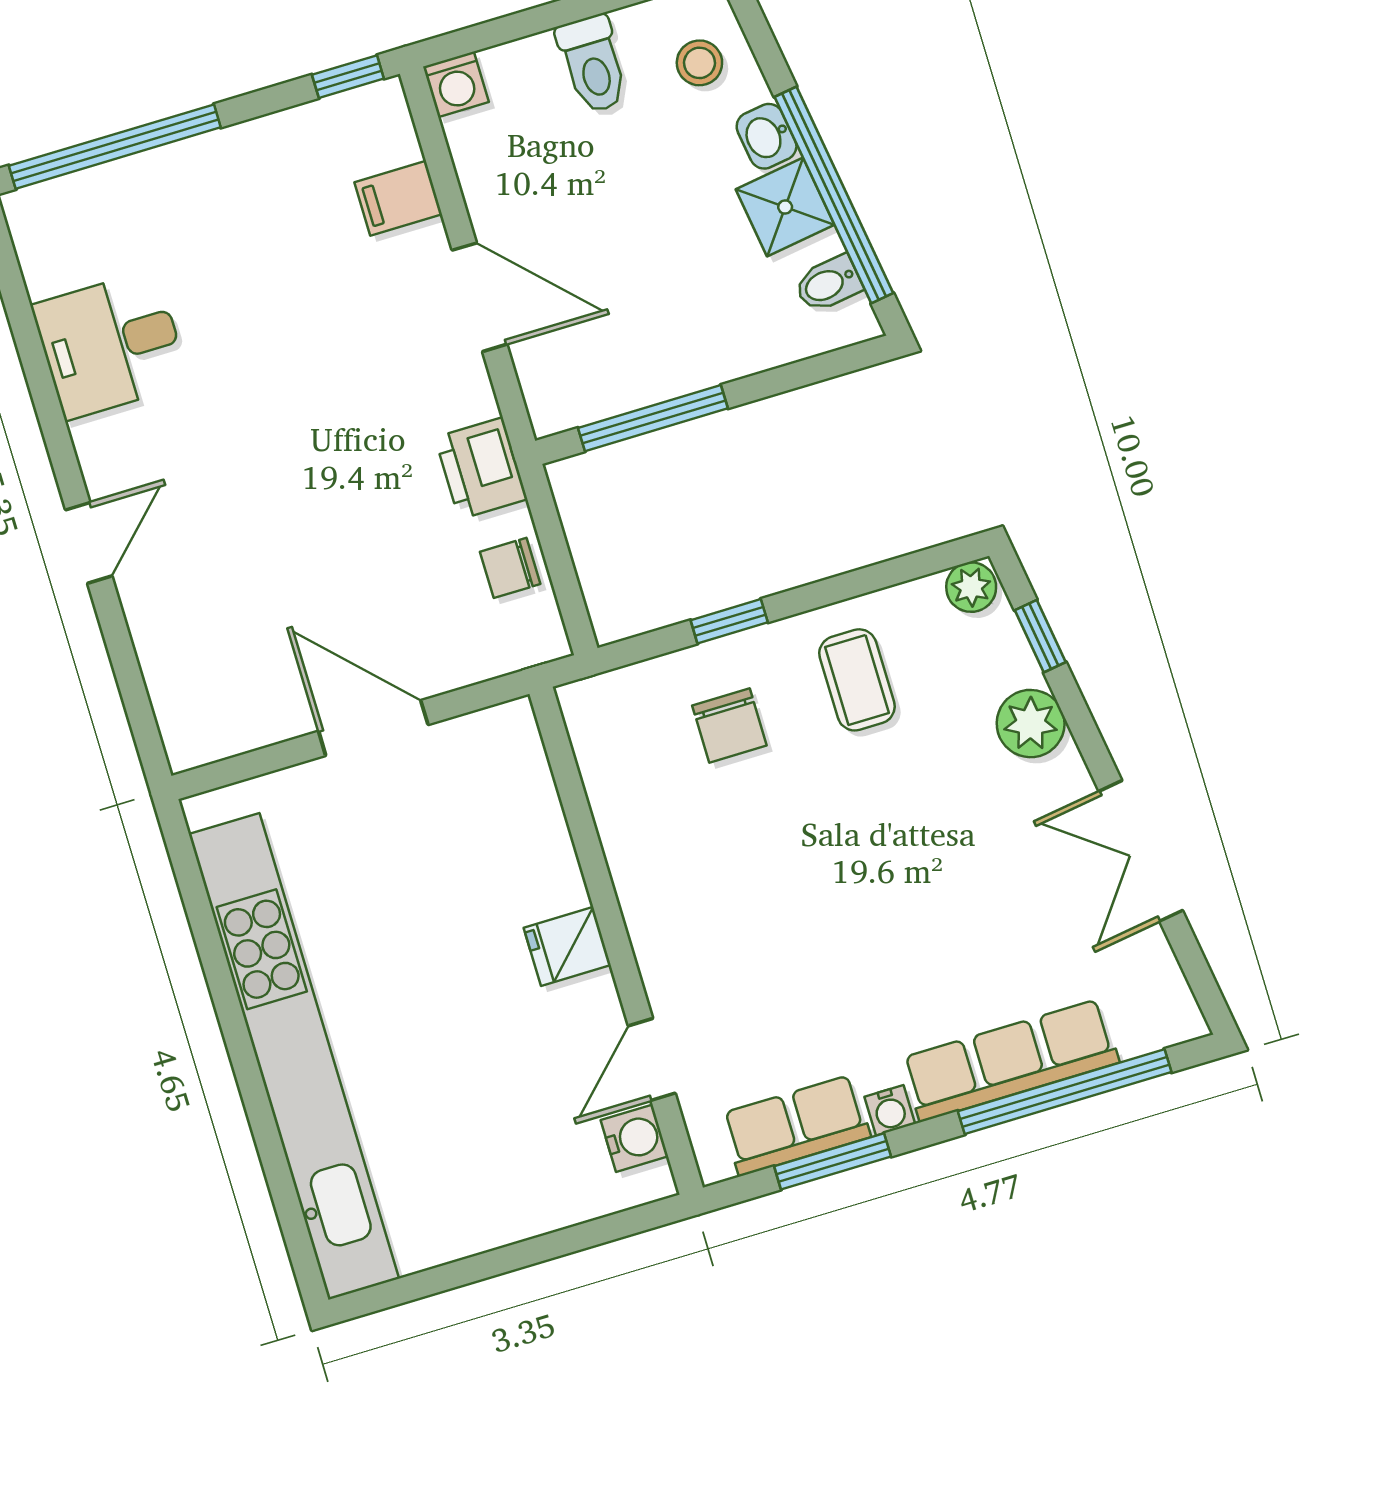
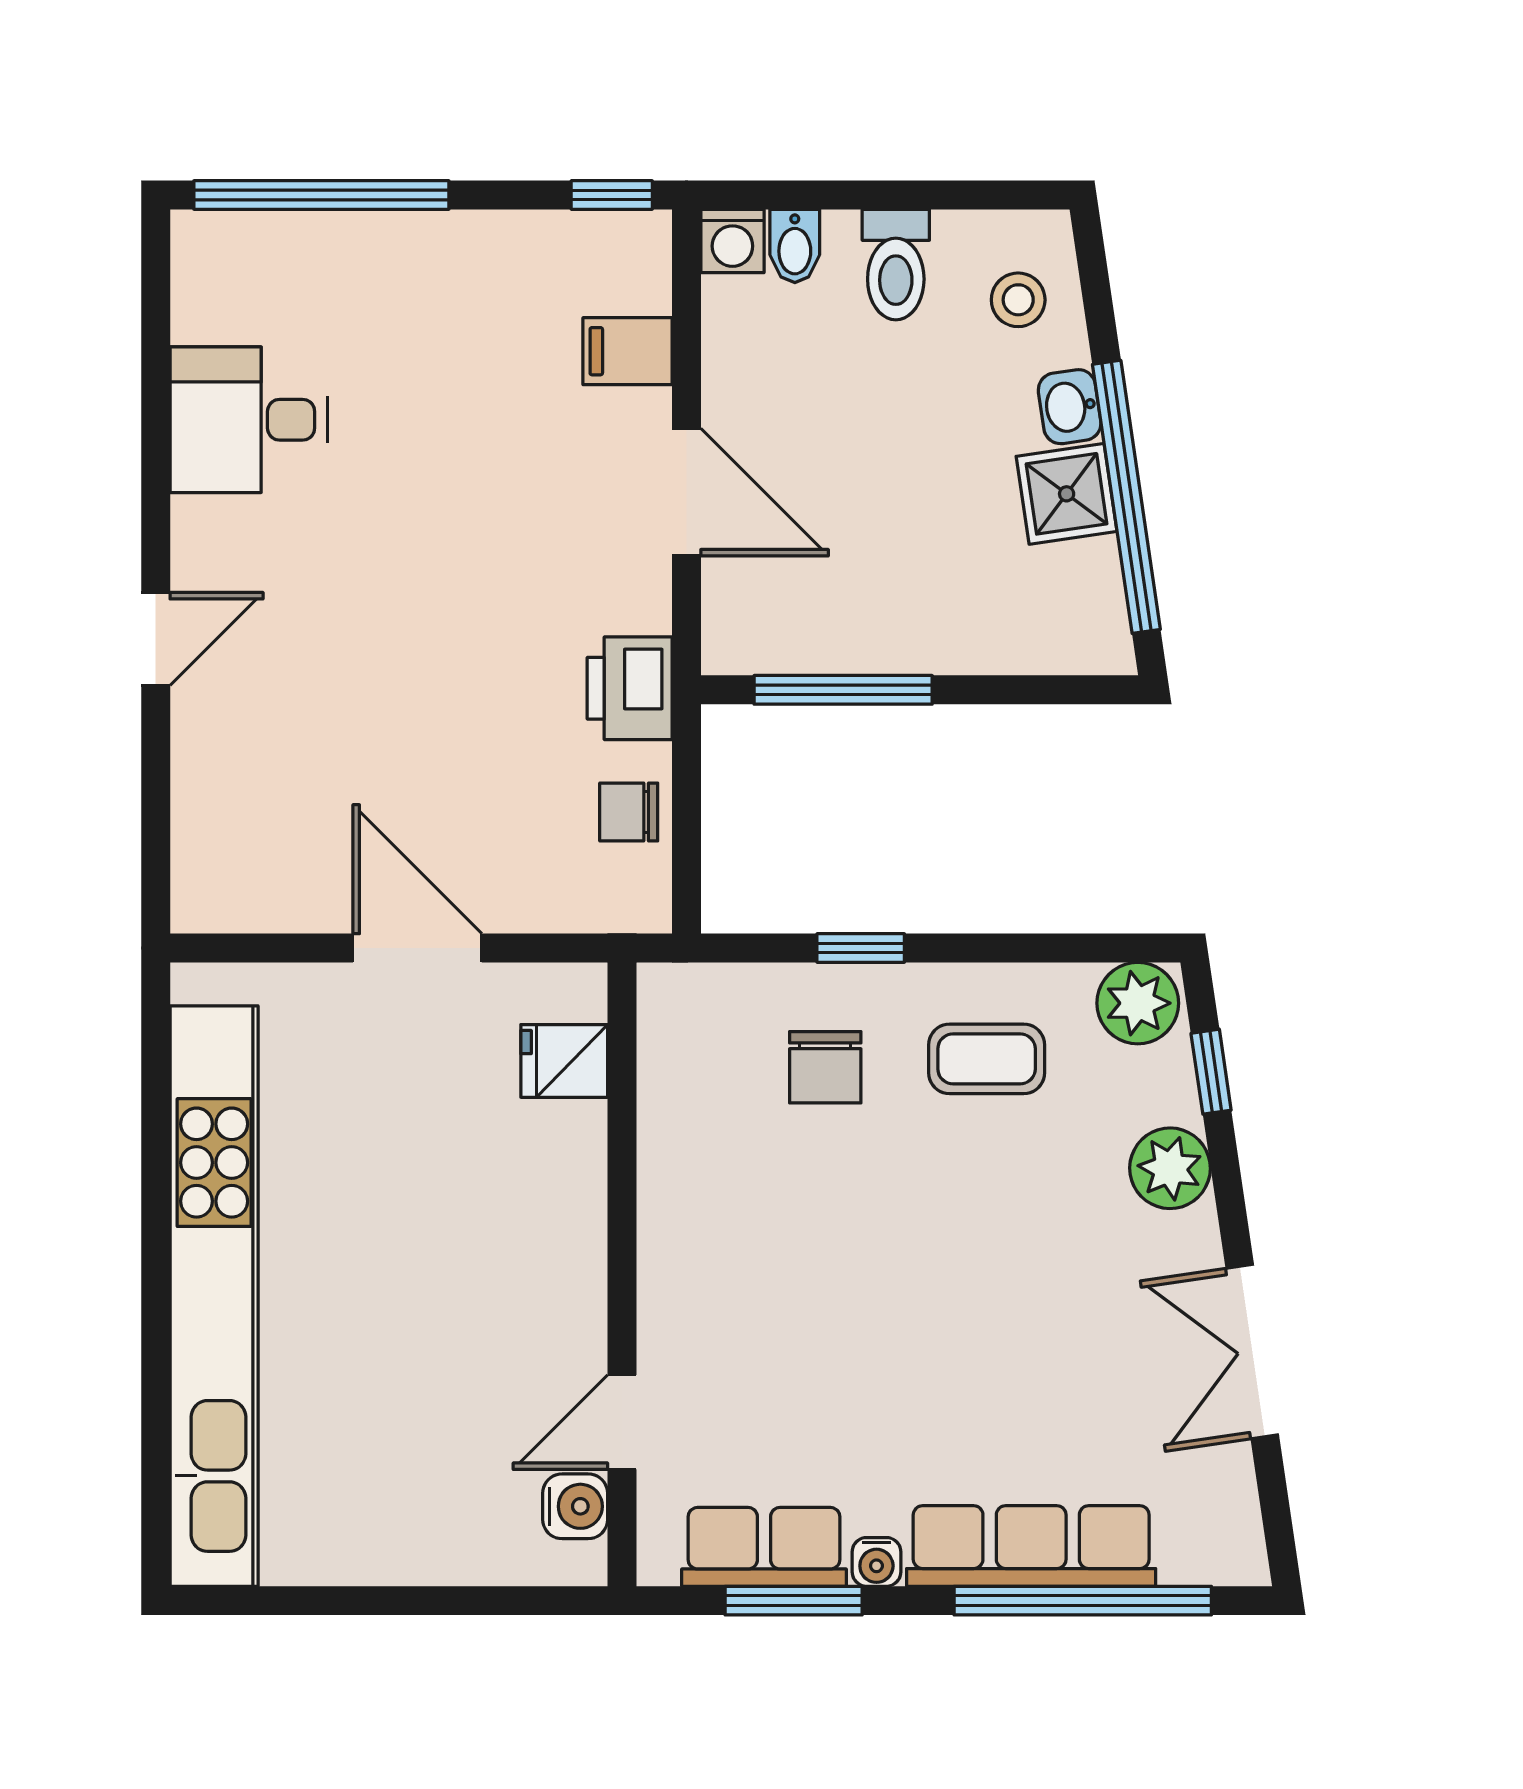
bidet: (828, 284) -> (795, 246), moved, turned -82
plant: (971, 587) -> (1138, 1003), width x1.38, depth x1.38
coffee table: (857, 680) -> (987, 1059), turned 90
fridge: (567, 946) -> (564, 1061), moved

